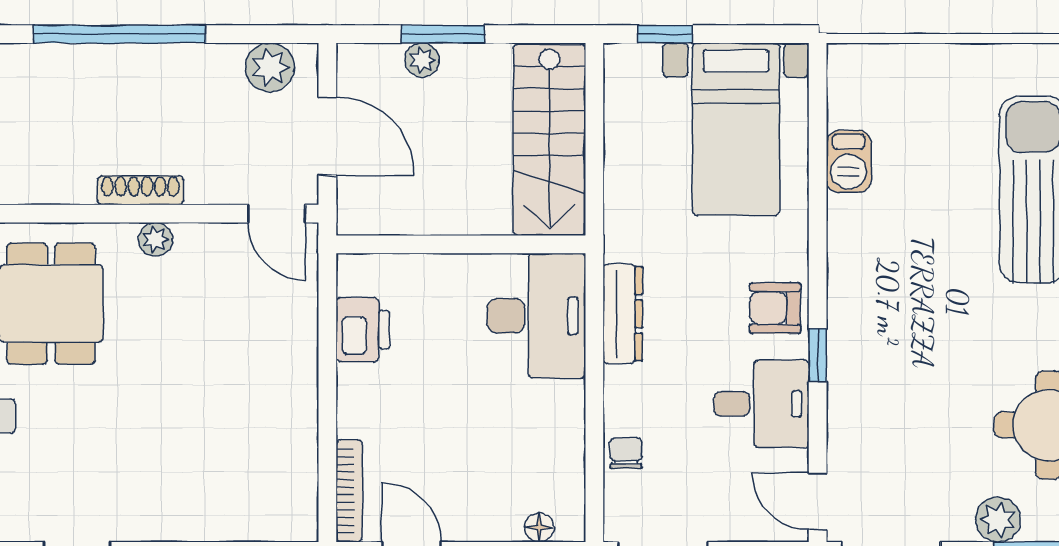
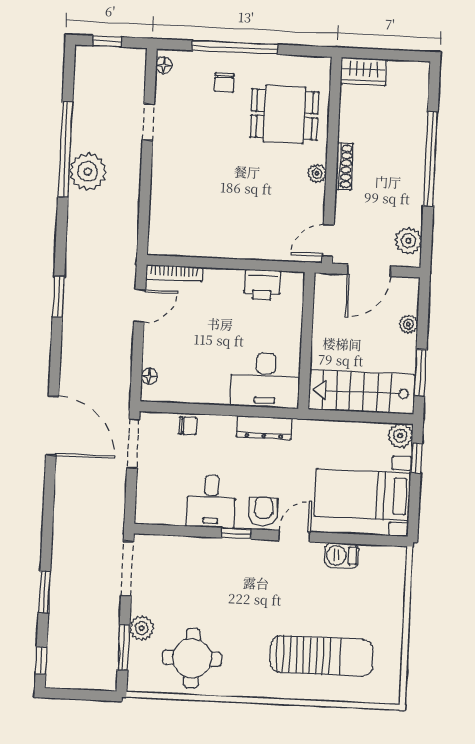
window: (443, 34) -> (420, 372), moved
plant: (626, 65) -> (400, 436), added
door: (818, 501) -> (294, 536), moved

